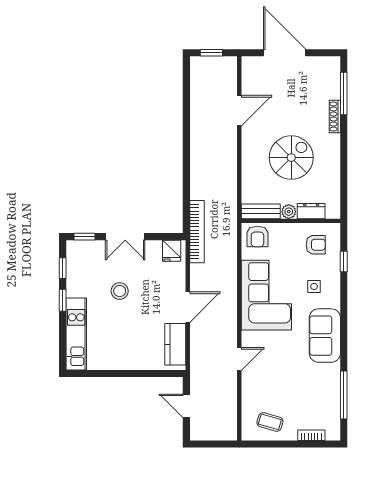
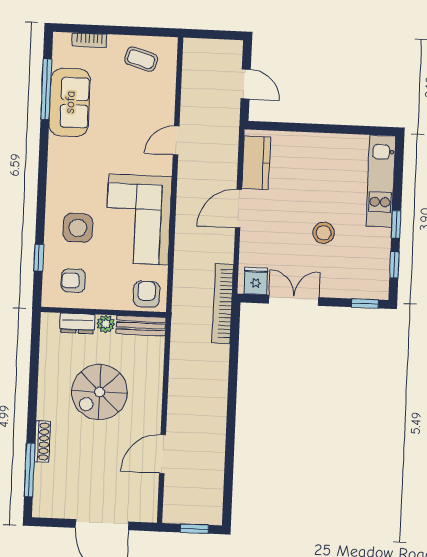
double door: (125, 237) -> (294, 300), moved
side table: (314, 286) -> (78, 228), width x1.87, depth x1.87
sofa: (325, 336) -> (70, 102), moved

